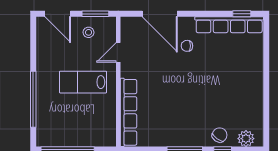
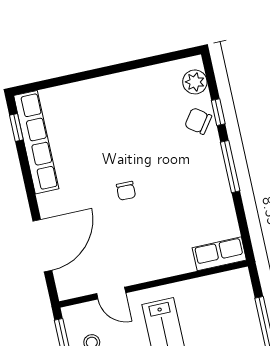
chair: (187, 46) -> (126, 191), moved
row of seats: (129, 112) -> (219, 254), width x0.50

